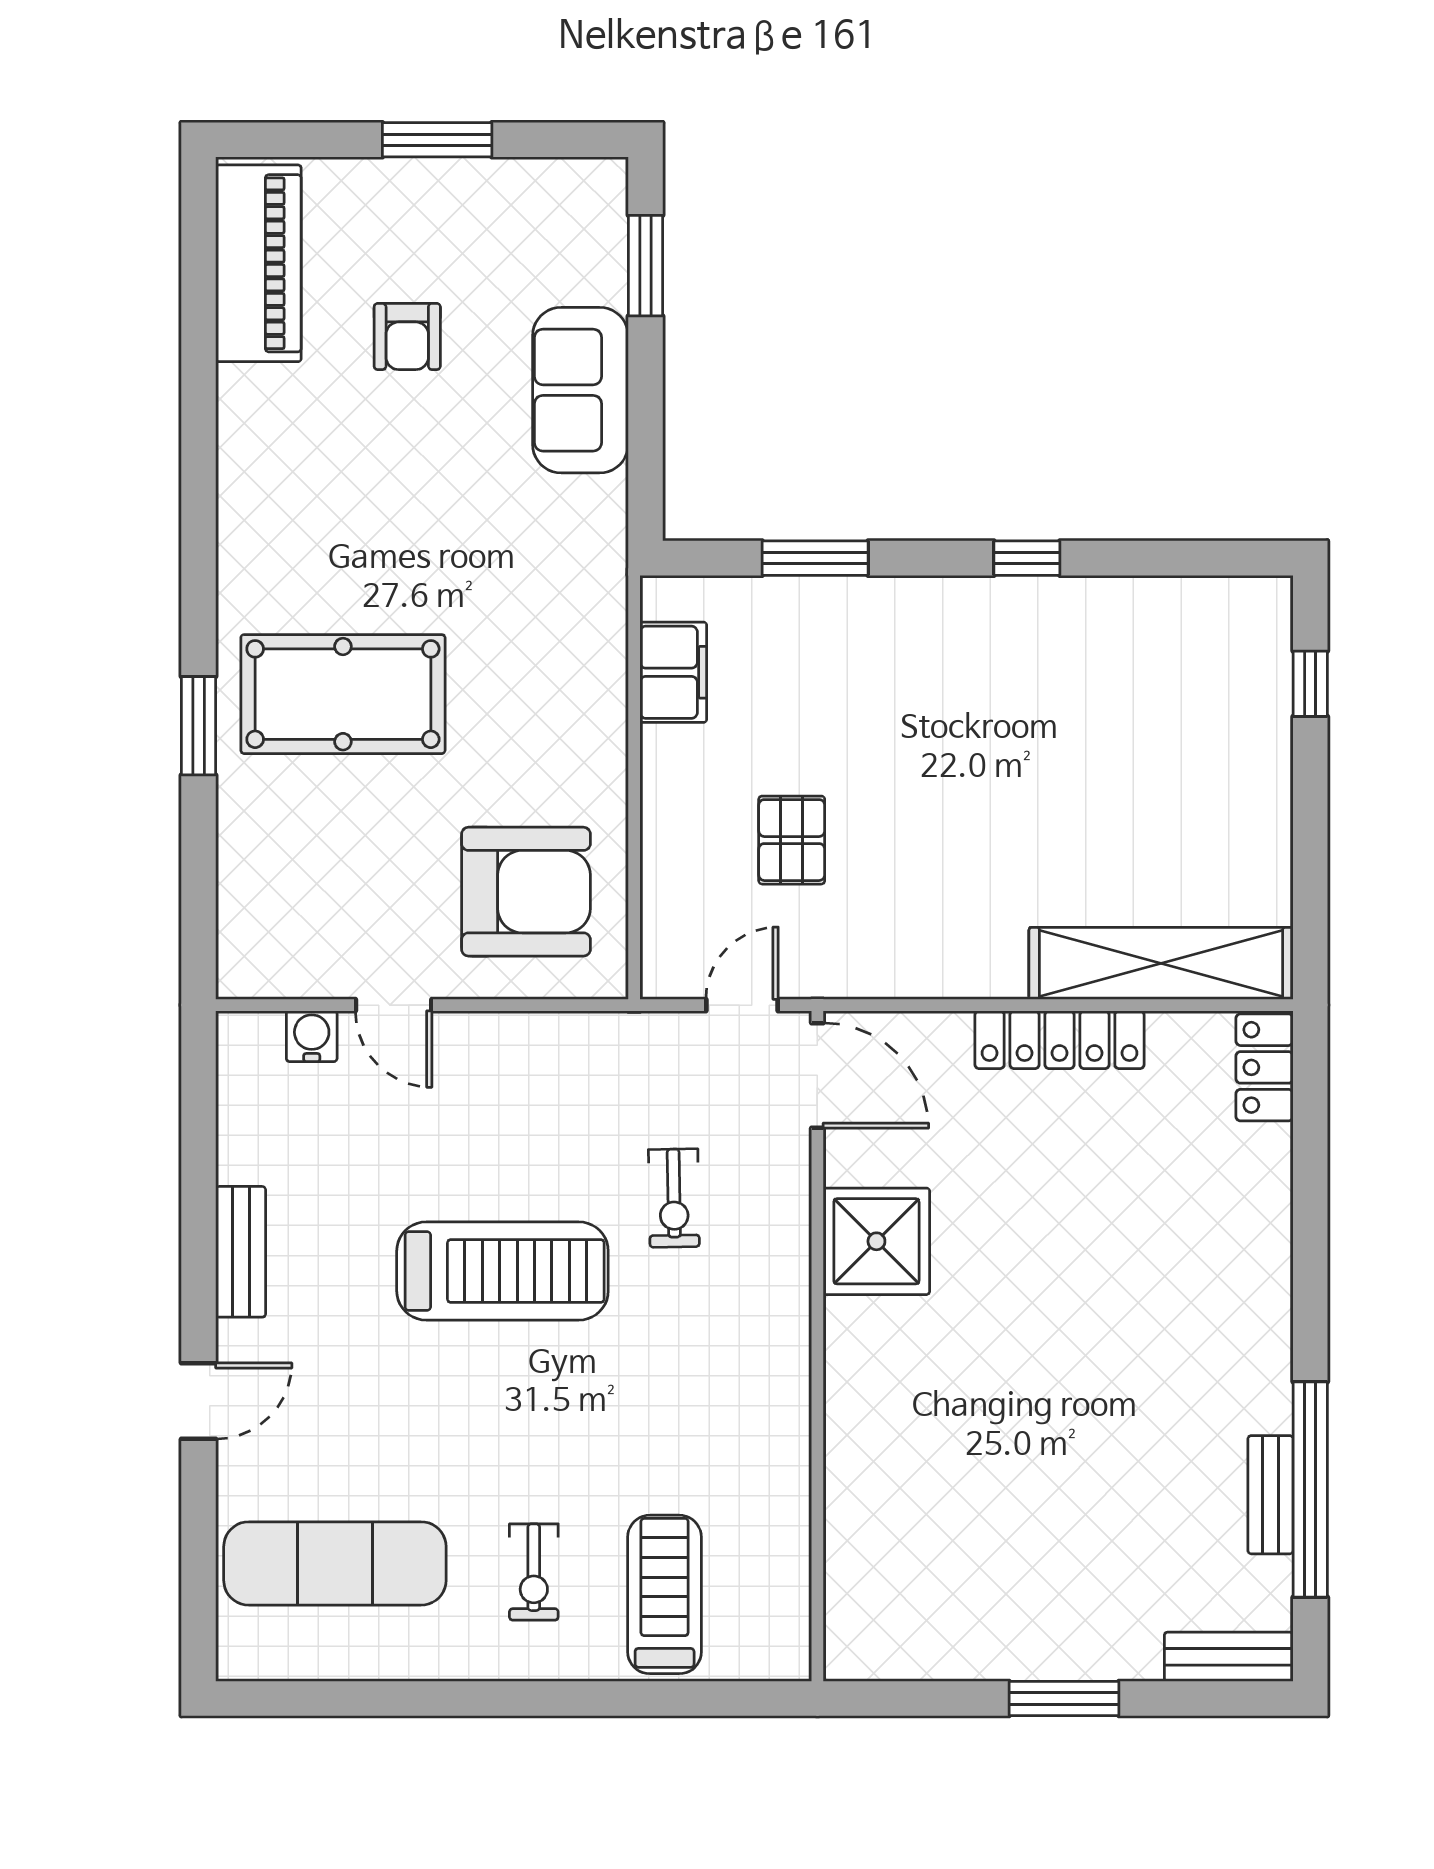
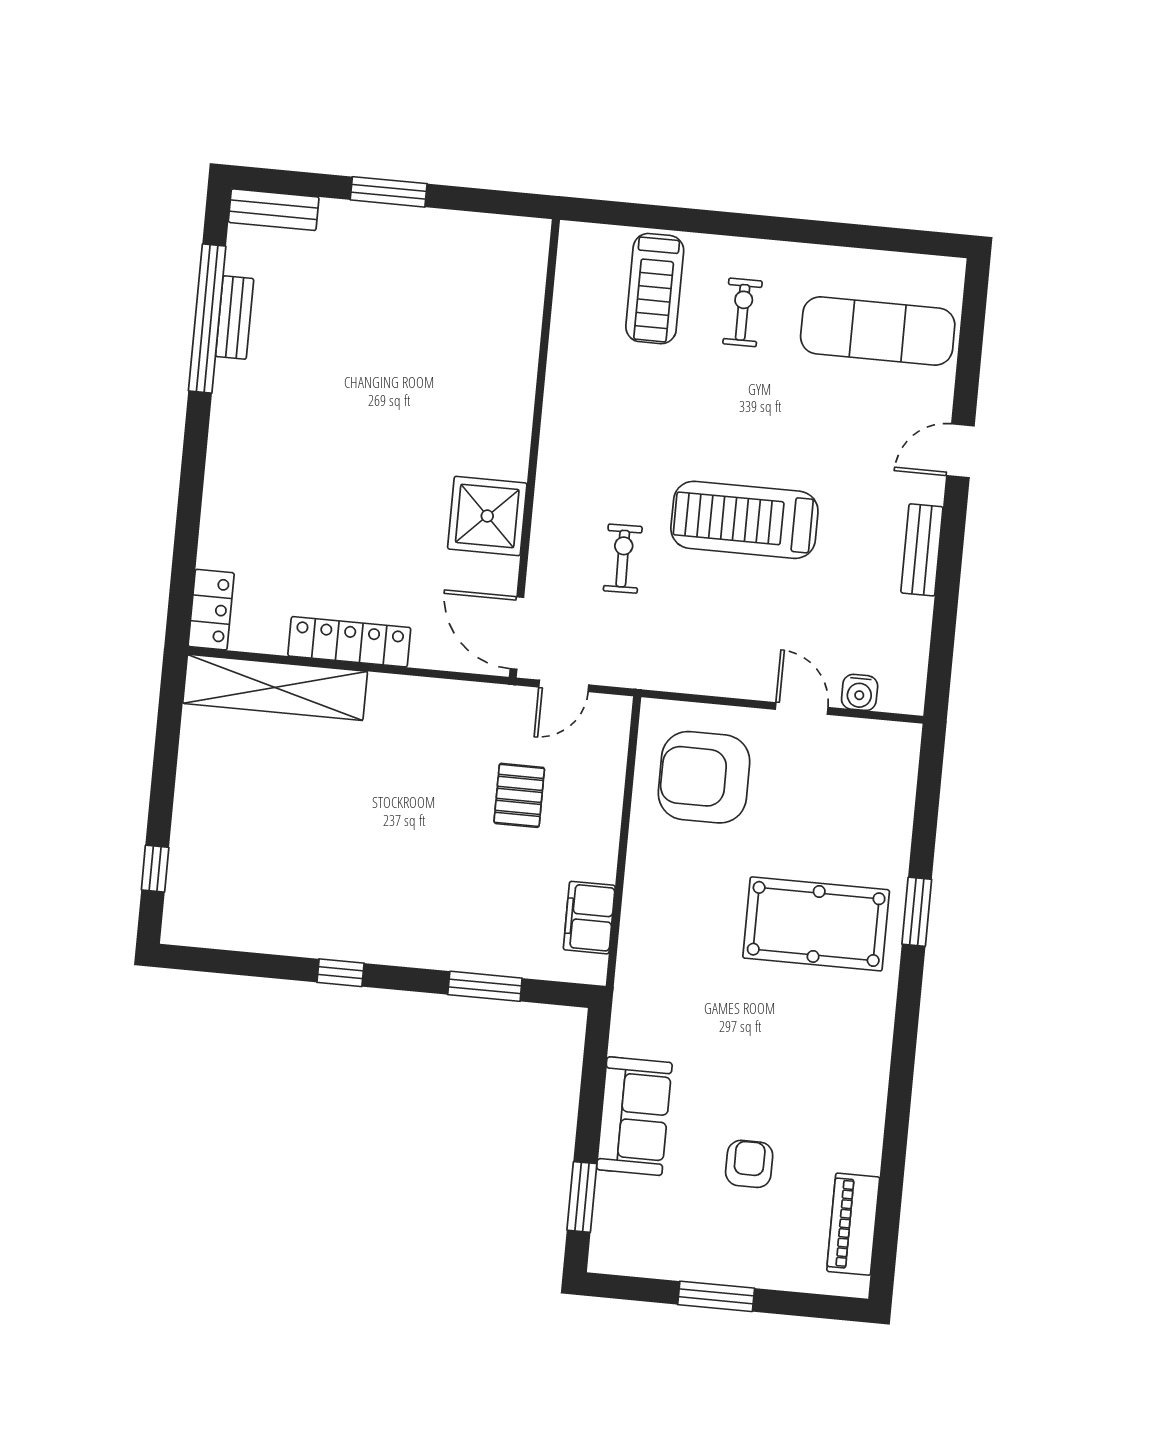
piano: (258, 263) -> (853, 1224), width x0.73, depth x0.75

